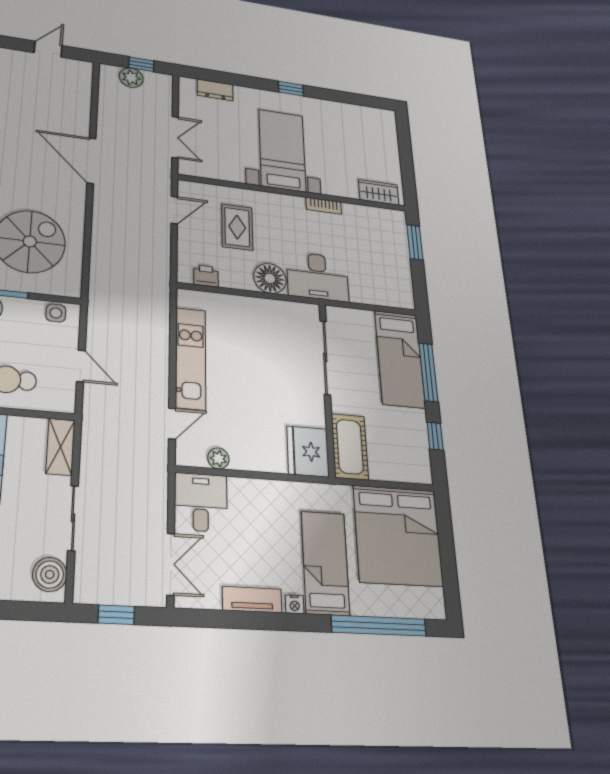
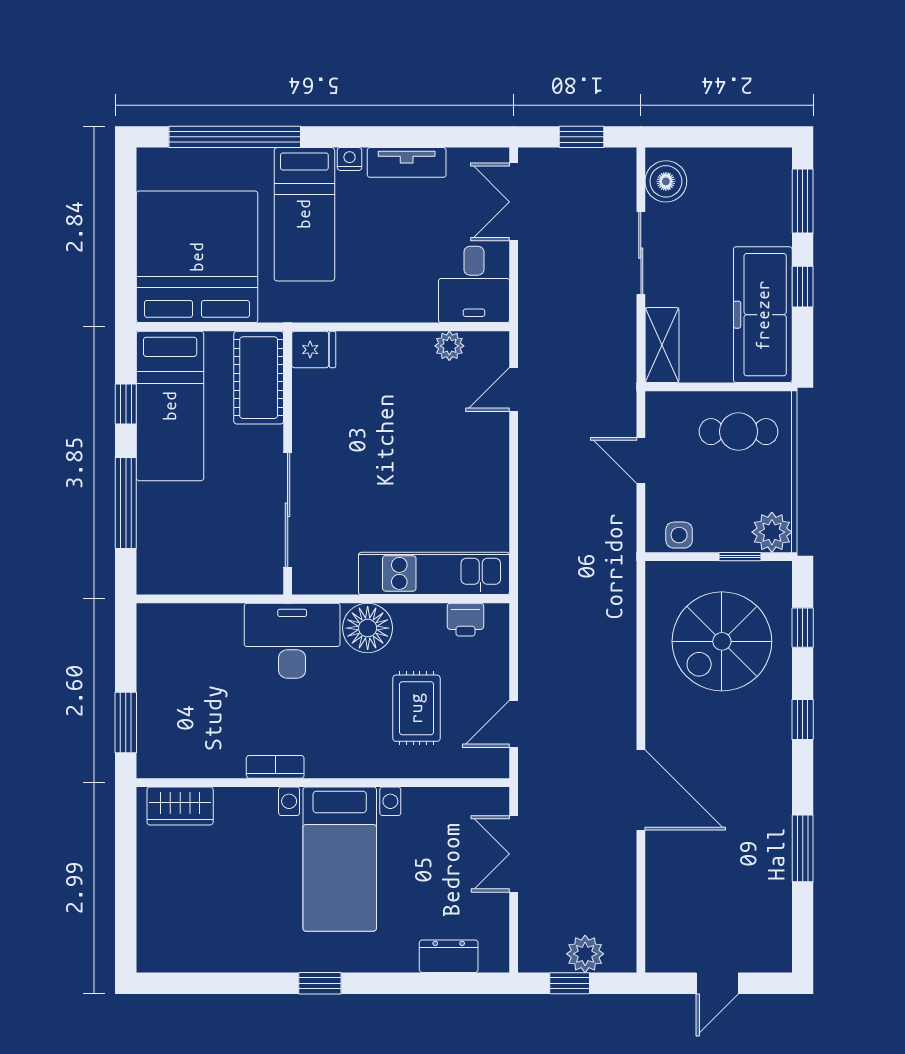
kitchen unit: (191, 358) -> (434, 573), moved, turned 90
bed: (400, 359) -> (170, 406), moved, turned 180
fridge: (308, 451) -> (314, 350), width x0.53, depth x0.75

